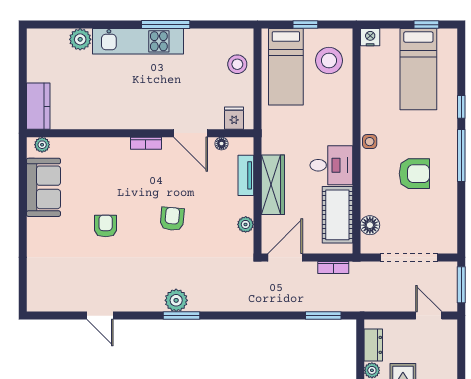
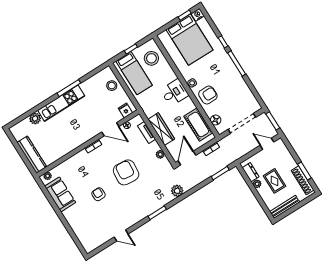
nightstand: (370, 37) -> (198, 15), moved
bed: (418, 69) -> (189, 40), width x1.50
kitchen counter: (38, 106) -> (32, 155), width x1.50
desk: (331, 165) -> (174, 93), moved
armchair: (414, 174) -> (208, 95), moved
armchair: (172, 219) -> (126, 172), width x1.88, depth x1.88
plant: (176, 300) -> (177, 191), moved

